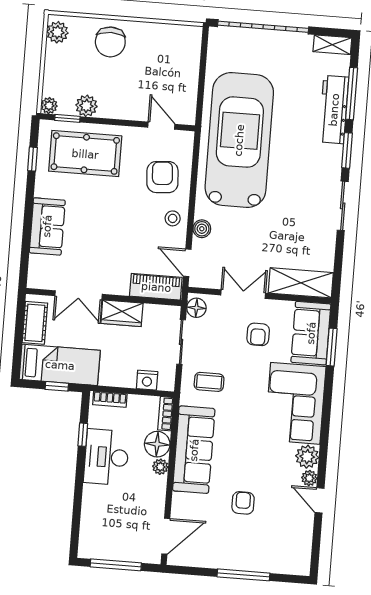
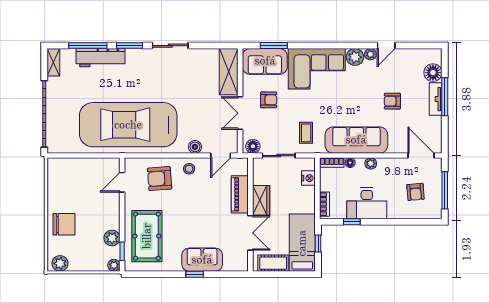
window: (33, 159) -> (195, 274), moved
piano: (156, 287) -> (240, 194), moved
floor lamp: (157, 444) -> (350, 163), width x0.53, depth x0.53
armchair: (117, 525) -> (415, 192), added
floor lamp: (278, 561) -> (433, 73), added
tv unit: (241, 562) -> (436, 99), added

